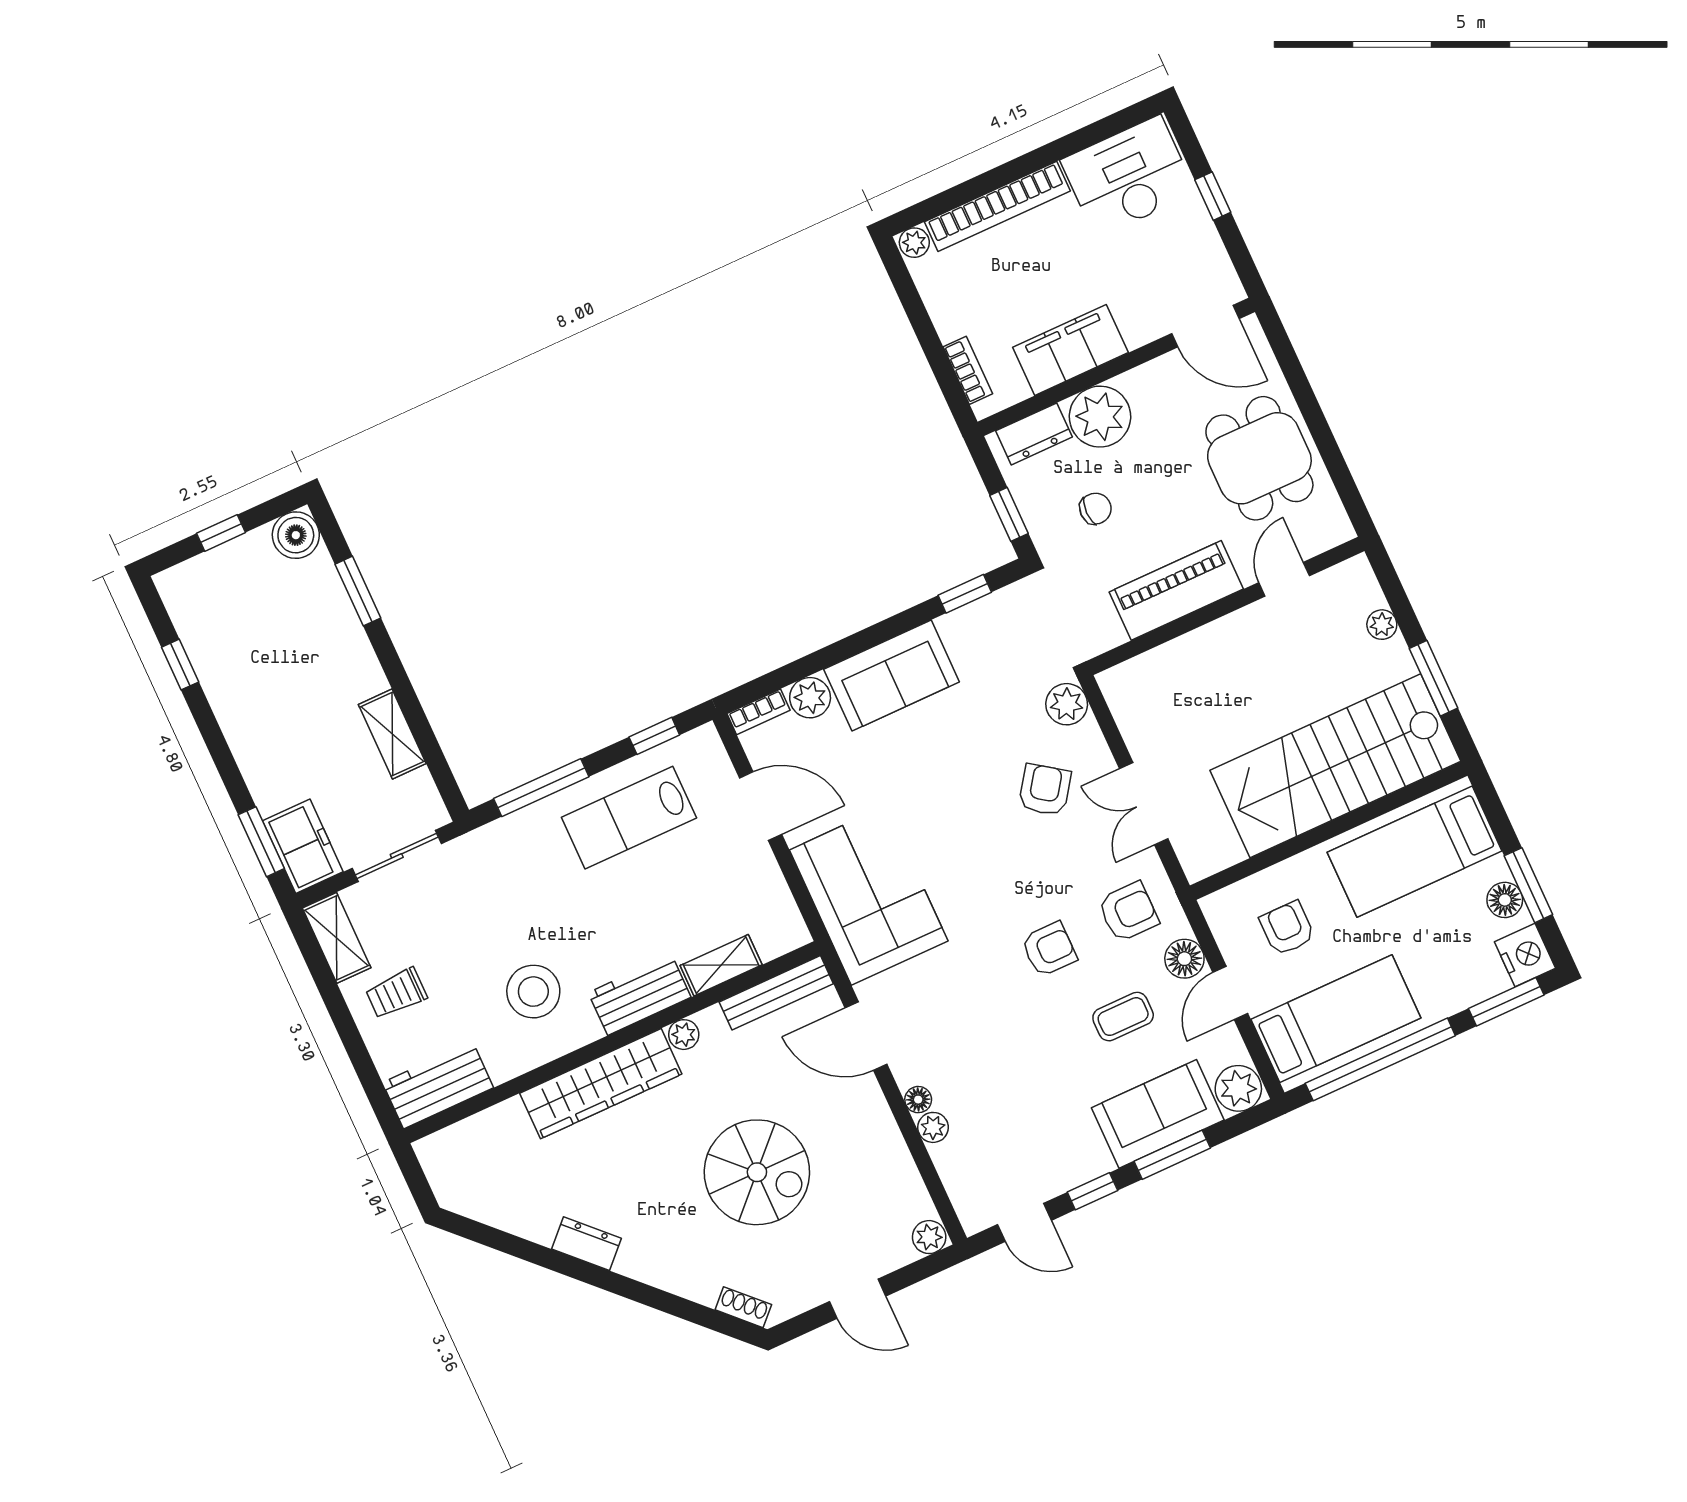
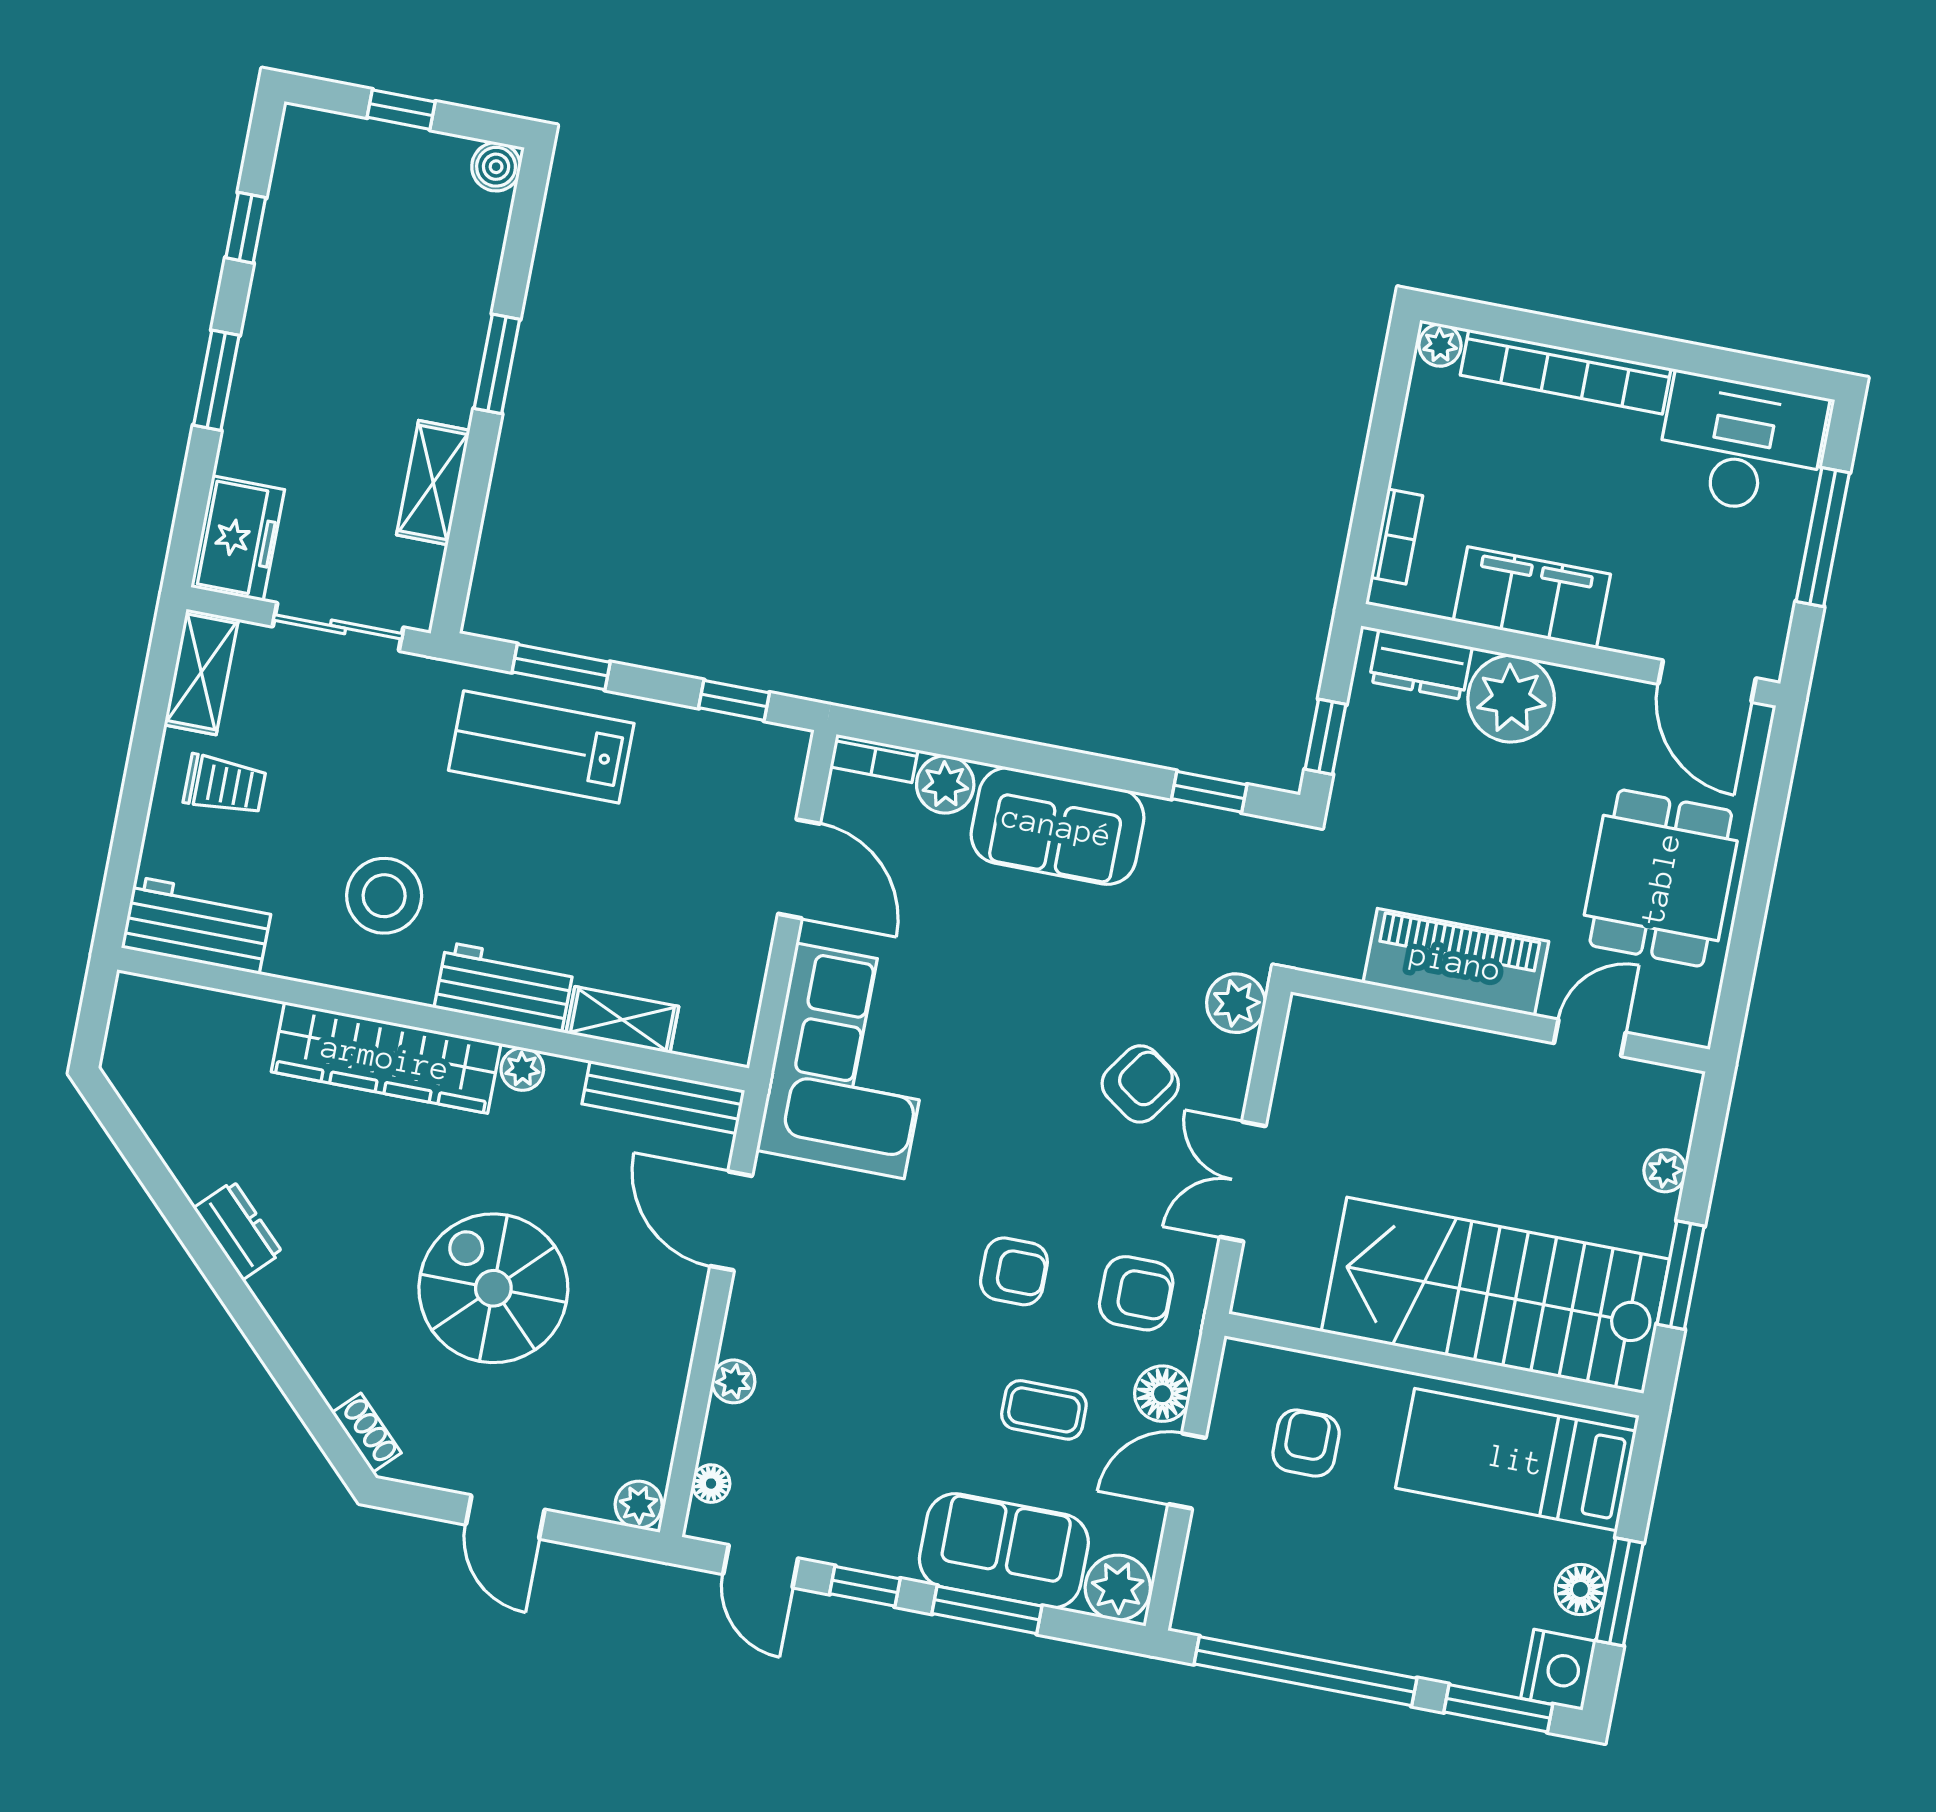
window: (1213, 196) -> (1823, 537), width x2.17
chair: (1095, 509) -> (1430, 801), removed
boiler: (296, 535) -> (496, 167), width x0.73, depth x0.73
window: (358, 591) -> (497, 364), moved
window: (541, 788) -> (561, 667), width x0.69
lab bench: (629, 818) -> (541, 747), moved
window: (261, 842) -> (216, 380), moved
trolley: (396, 993) -> (225, 785), turned 180
bed: (1336, 1019) -> (1288, 1588), removed
floor lamp: (918, 1100) -> (711, 1484), moved
spiral stairs: (757, 1172) -> (493, 1288), turned 180

